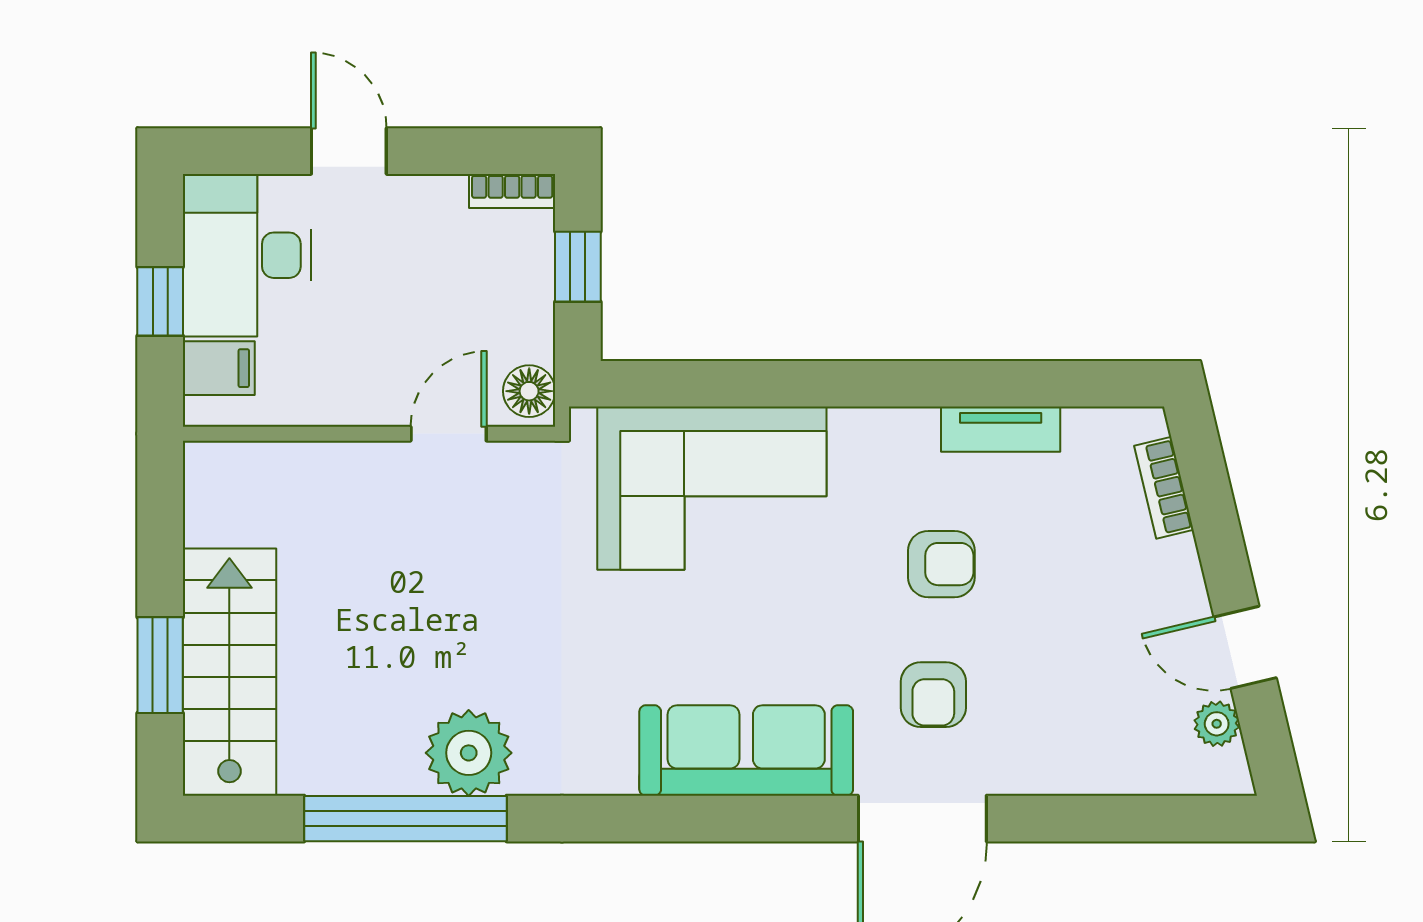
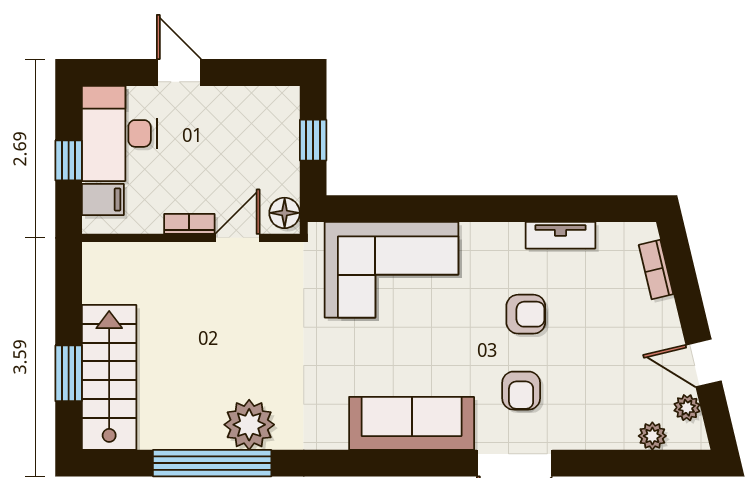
bookcase: (512, 191) -> (189, 224), moved, turned 180
plant: (1158, 772) -> (652, 436), added

